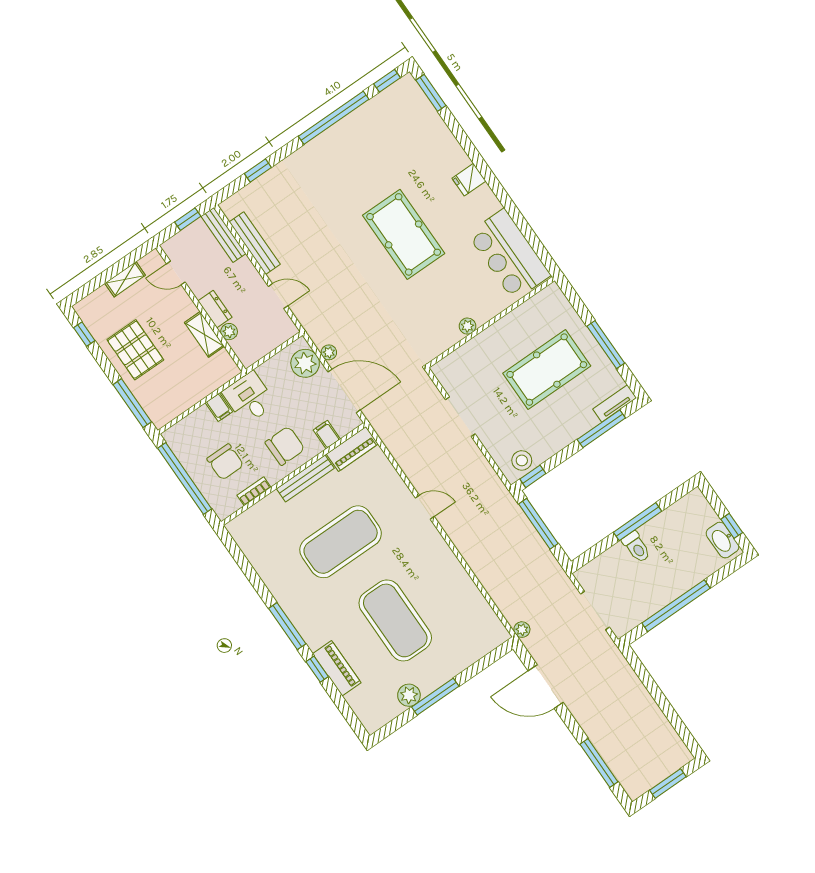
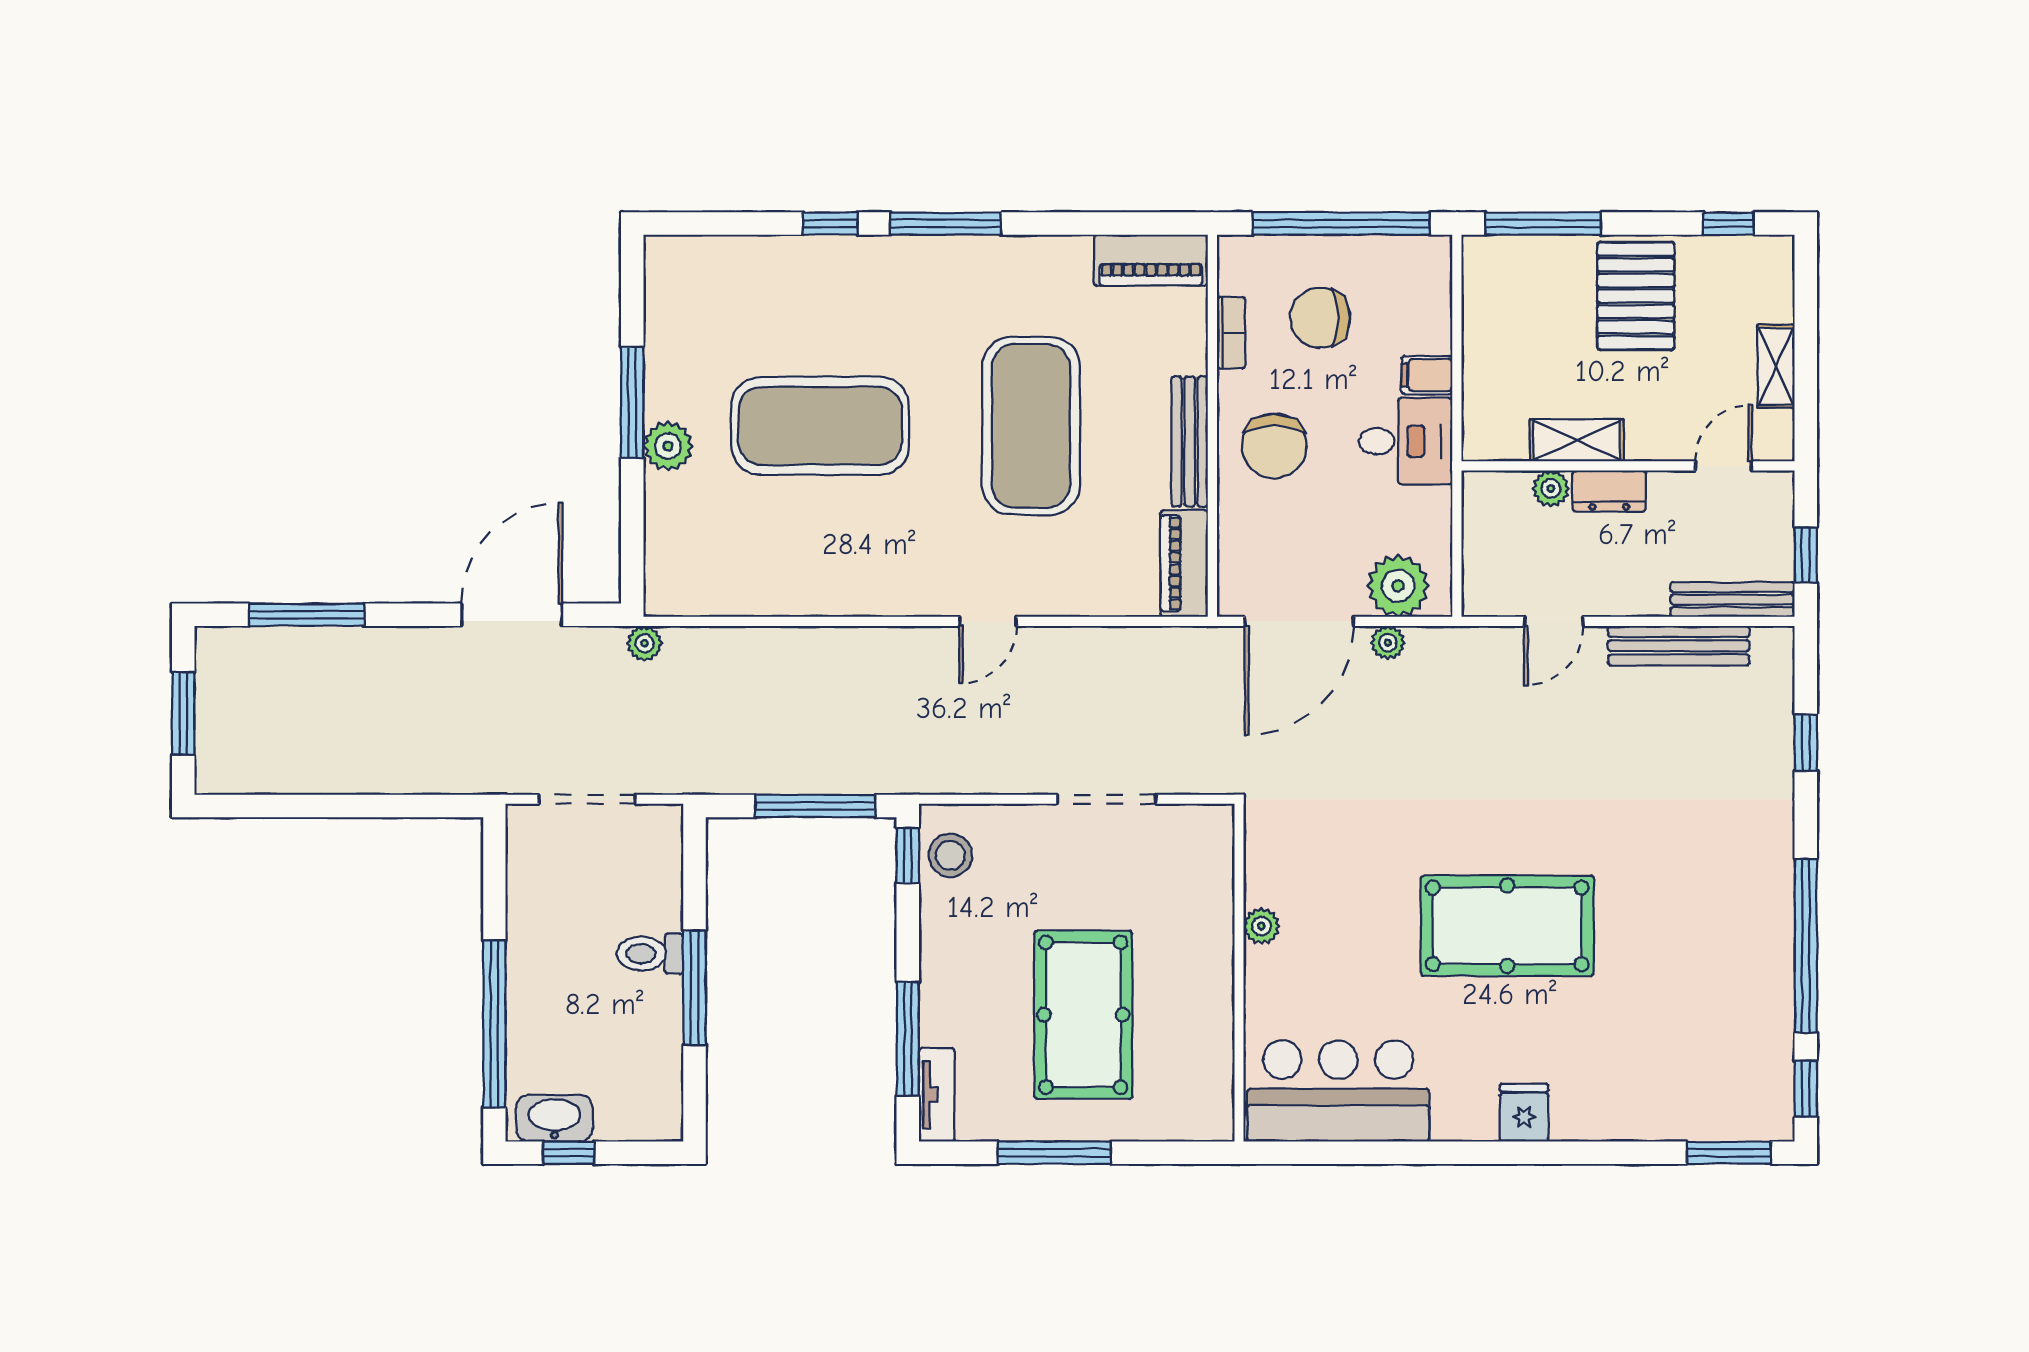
pallet: (135, 350) -> (1636, 296), turned 90
filing cabinet: (327, 434) -> (1242, 536), removed
window: (676, 606) -> (494, 1024), moved
piano: (337, 668) -> (1151, 260), moved
plant: (409, 695) -> (668, 446), moved

